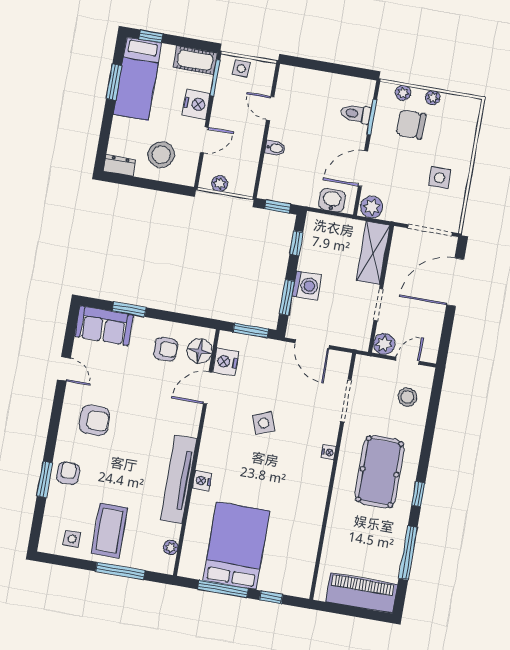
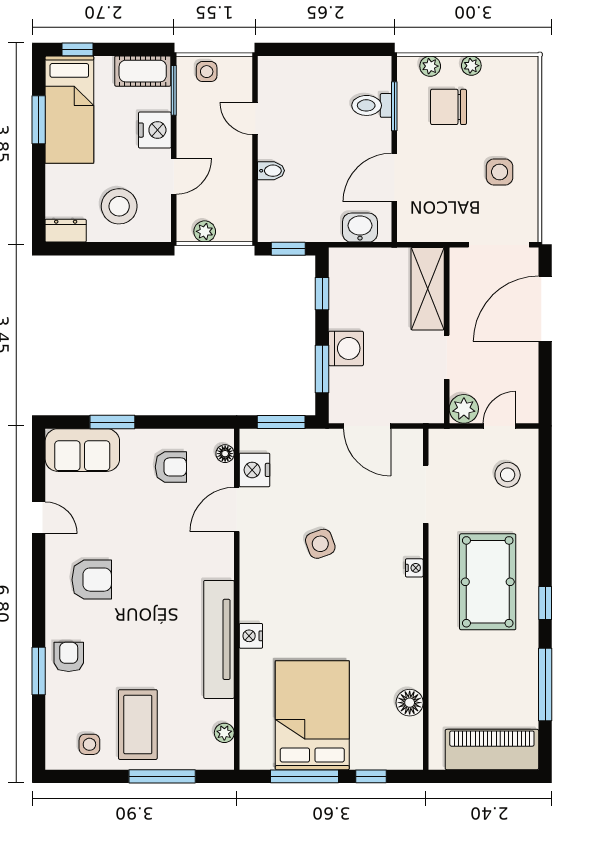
plant: (372, 207) -> (415, 227), removed
floor lamp: (200, 351) -> (225, 454), width x0.53, depth x0.53
floor lamp: (308, 549) -> (410, 703), added

